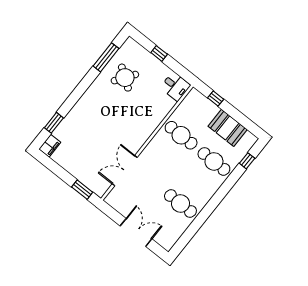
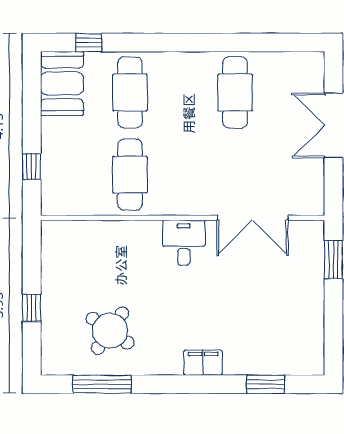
desk: (175, 87) -> (184, 243), moved
booth: (228, 128) -> (62, 83), moved
filing cabinet: (50, 146) -> (203, 363), moved

